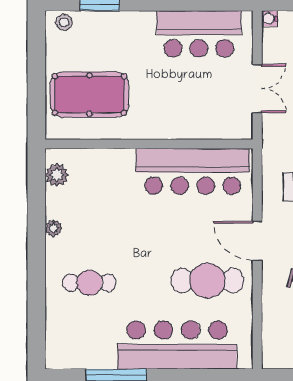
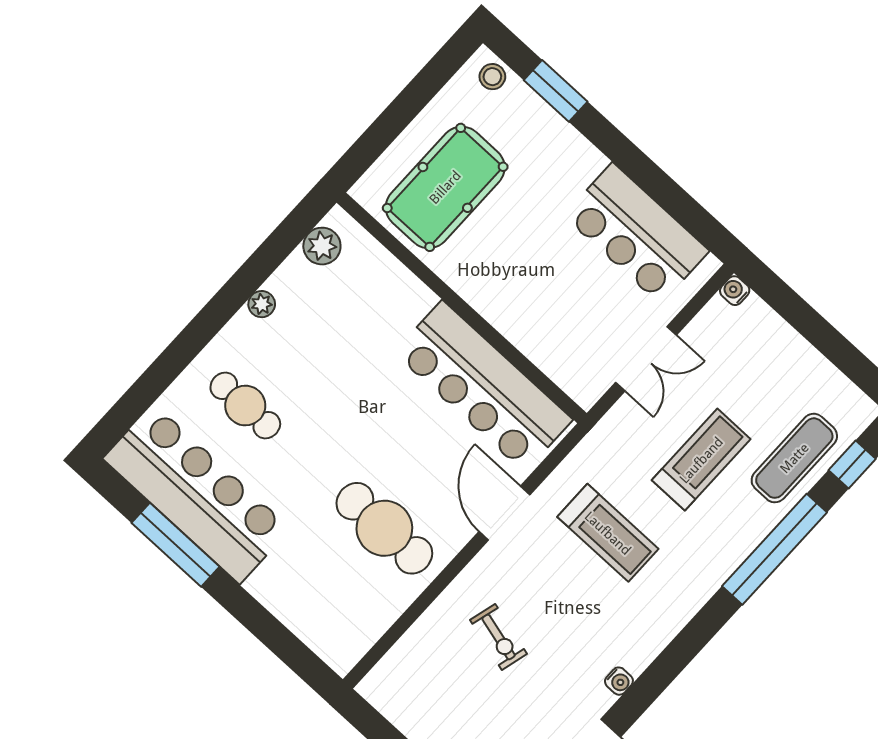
pool table: (89, 95) -> (445, 187), turned 90
door: (257, 241) -> (504, 513), moved
bar counter: (177, 345) -> (197, 494), moved

